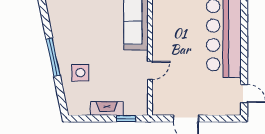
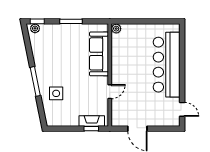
fireplace: (107, 108) -> (92, 121), moved

